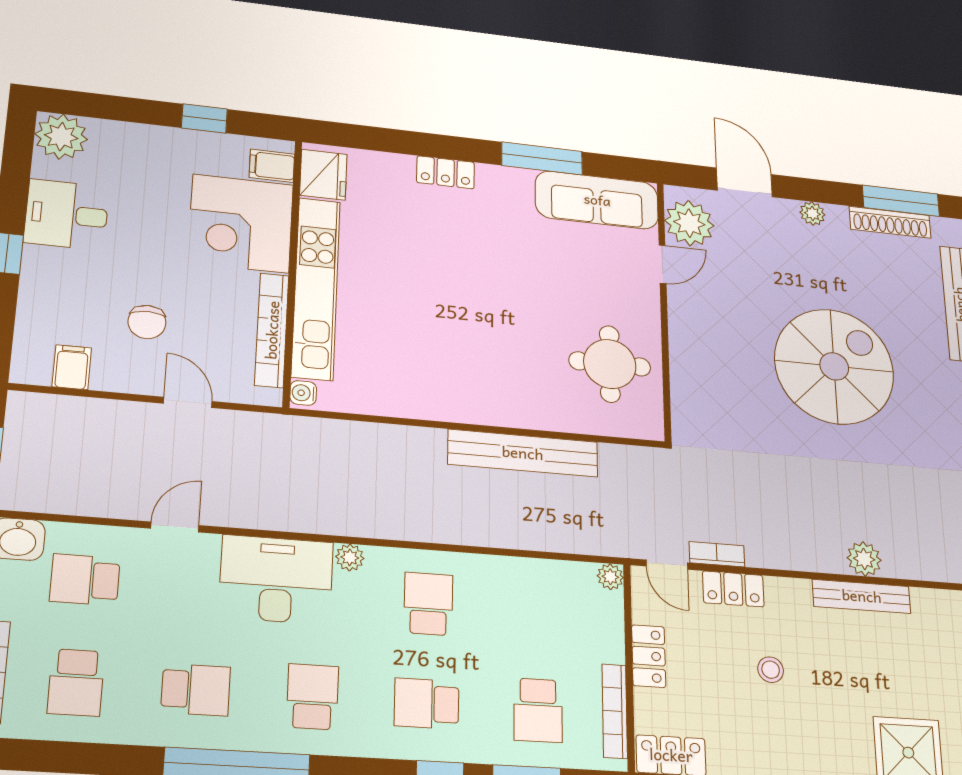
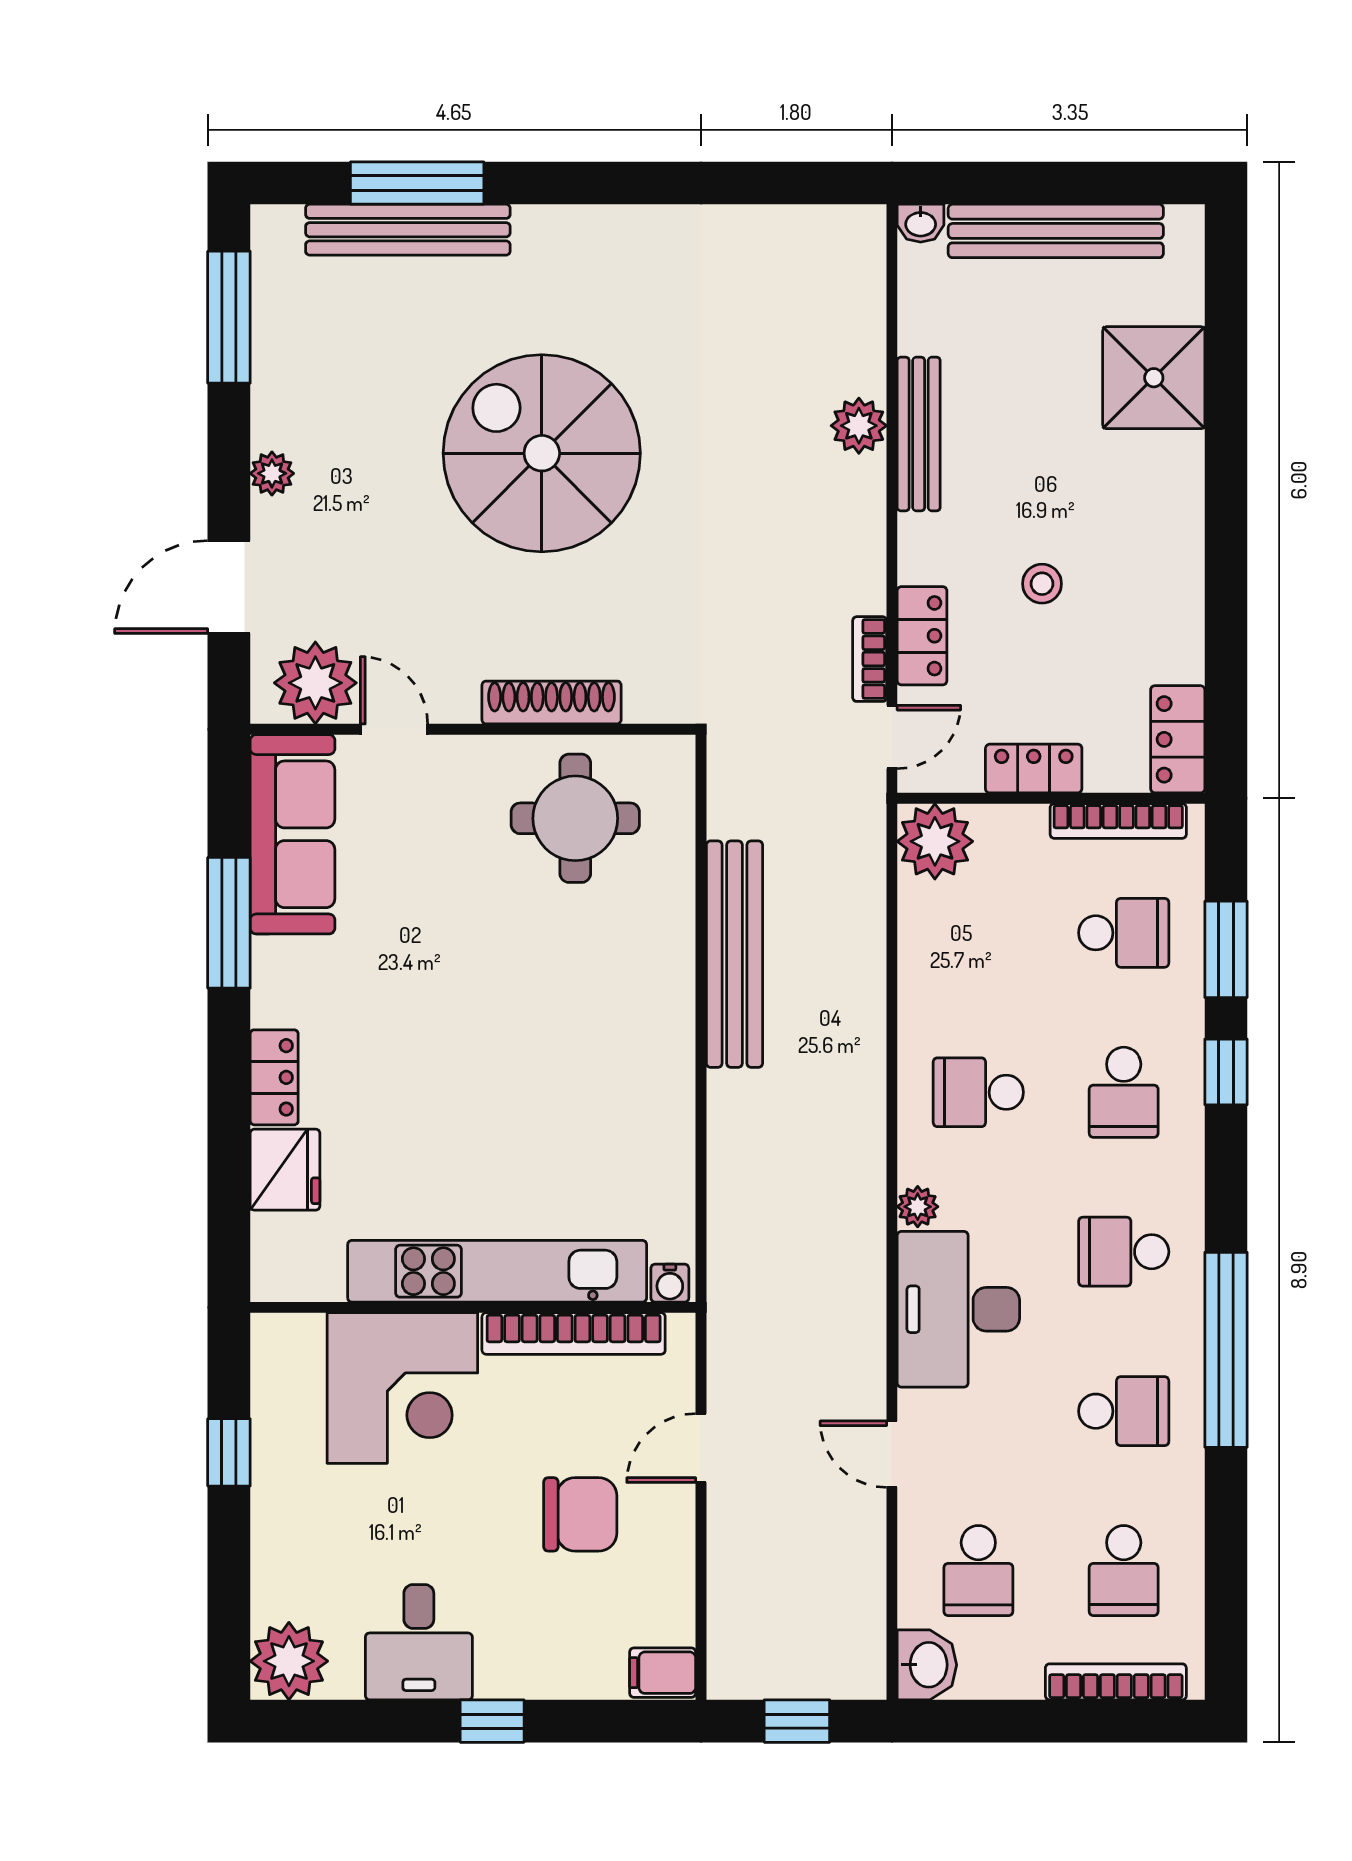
filing cabinet: (272, 166) -> (298, 1346), removed
fridge: (323, 175) -> (285, 1170), moved, turned 90
shoe rack: (890, 222) -> (552, 702), moved, turned -90
chair: (147, 322) -> (580, 1514), width x1.37, depth x1.37
filing cabinet: (72, 367) -> (663, 1673), moved
plant: (610, 577) -> (935, 841), width x1.87, depth x1.87
school desk: (76, 682) -> (1124, 1571), turned 90
school desk: (196, 690) -> (1124, 1411), turned 90

